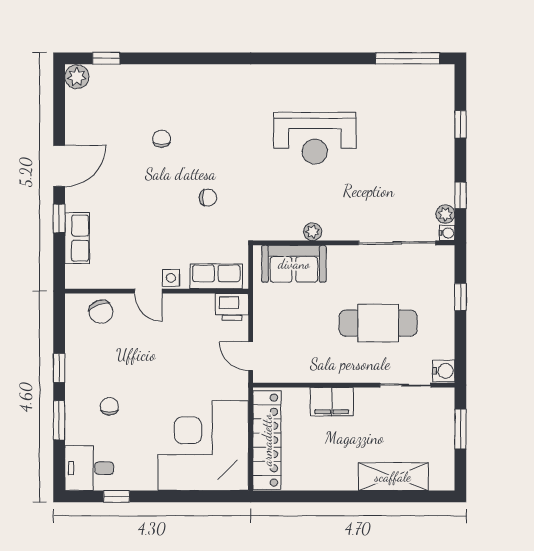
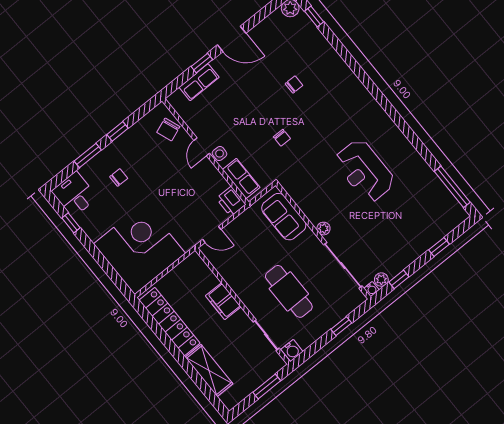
plant: (313, 232) -> (323, 229), moved
door: (251, 356) -> (212, 234), swing flipped
locker: (267, 440) -> (169, 322), moved, turned -90

